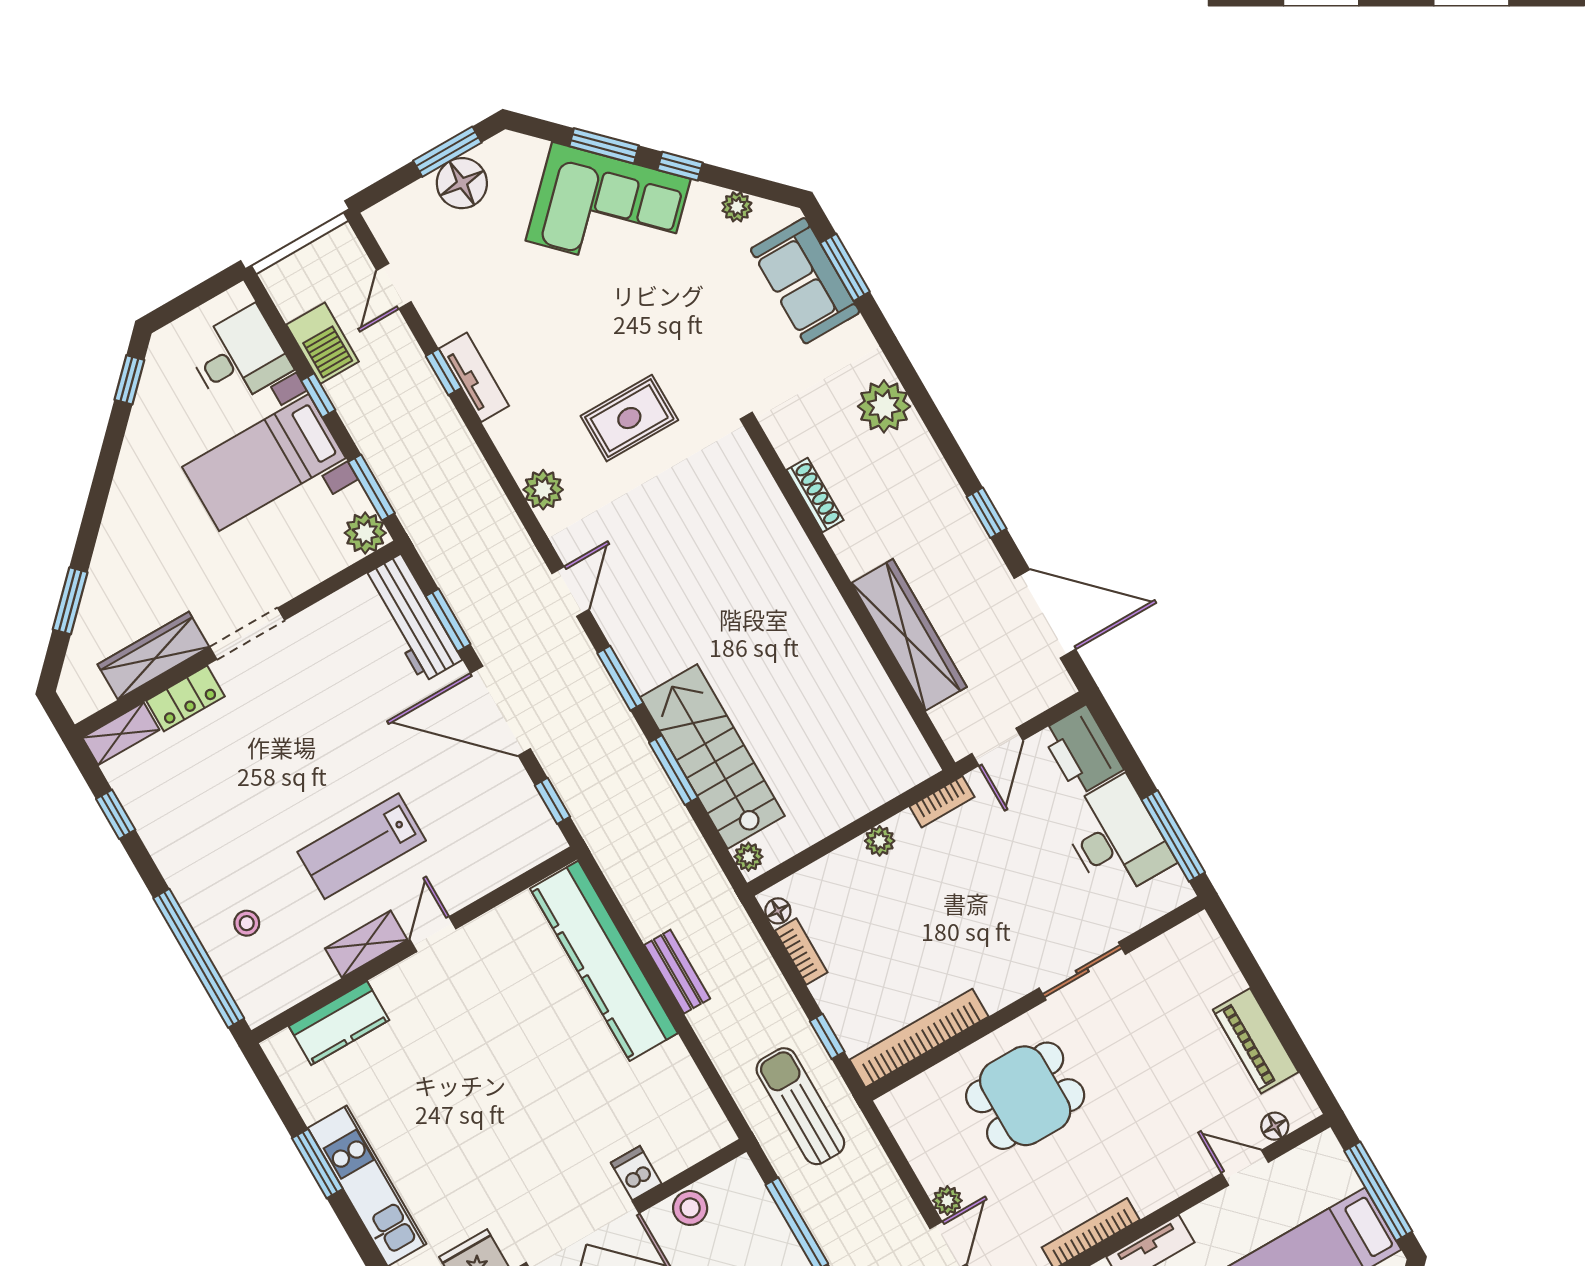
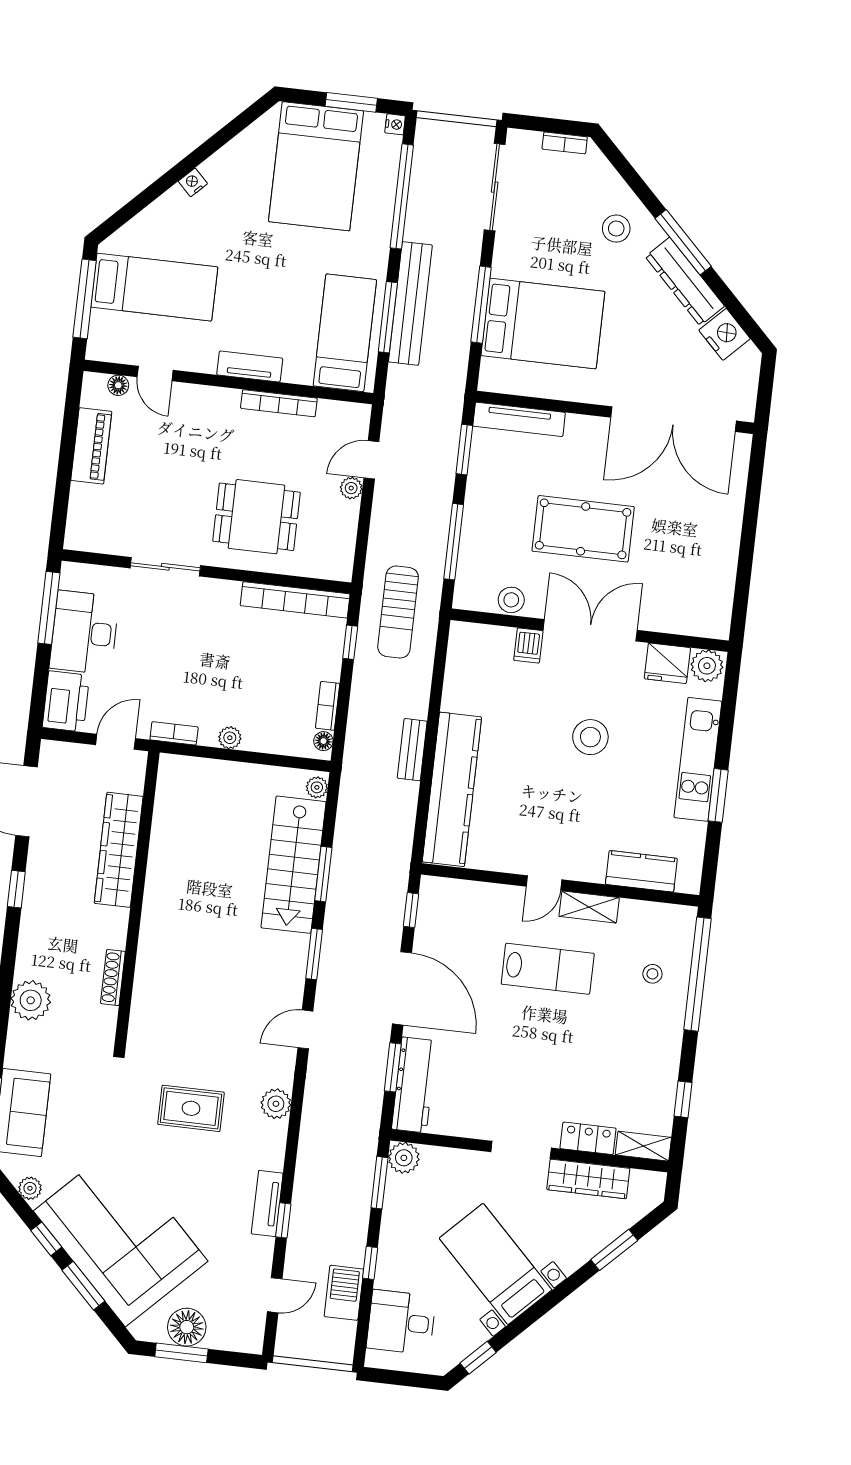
corner sofa: (608, 210) -> (121, 1236), width x1.36, depth x1.36
bed with nightstands: (264, 462) -> (496, 1264), moved, turned -135
stool: (498, 1125) -> (590, 737), added

